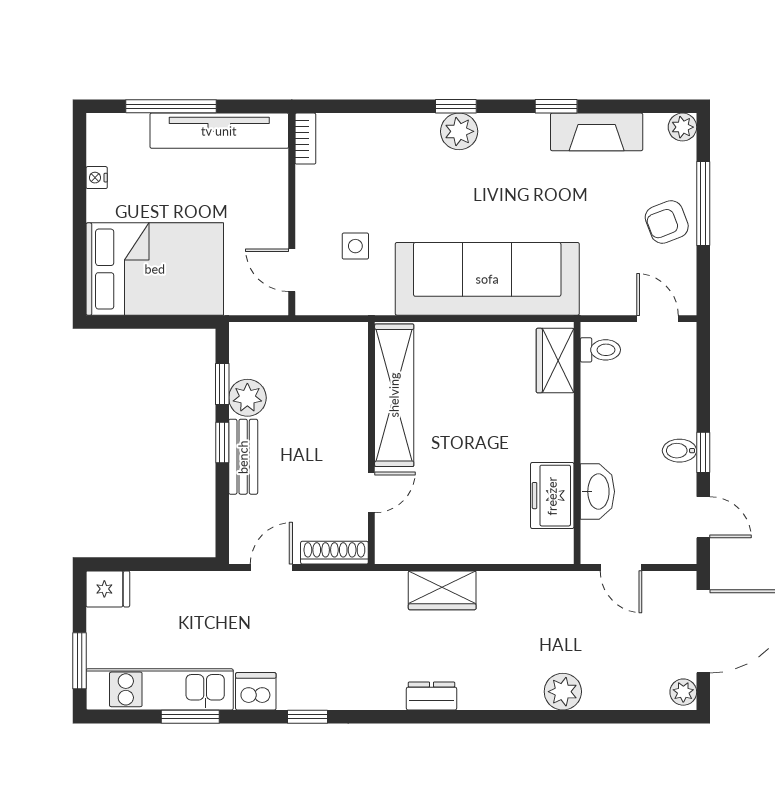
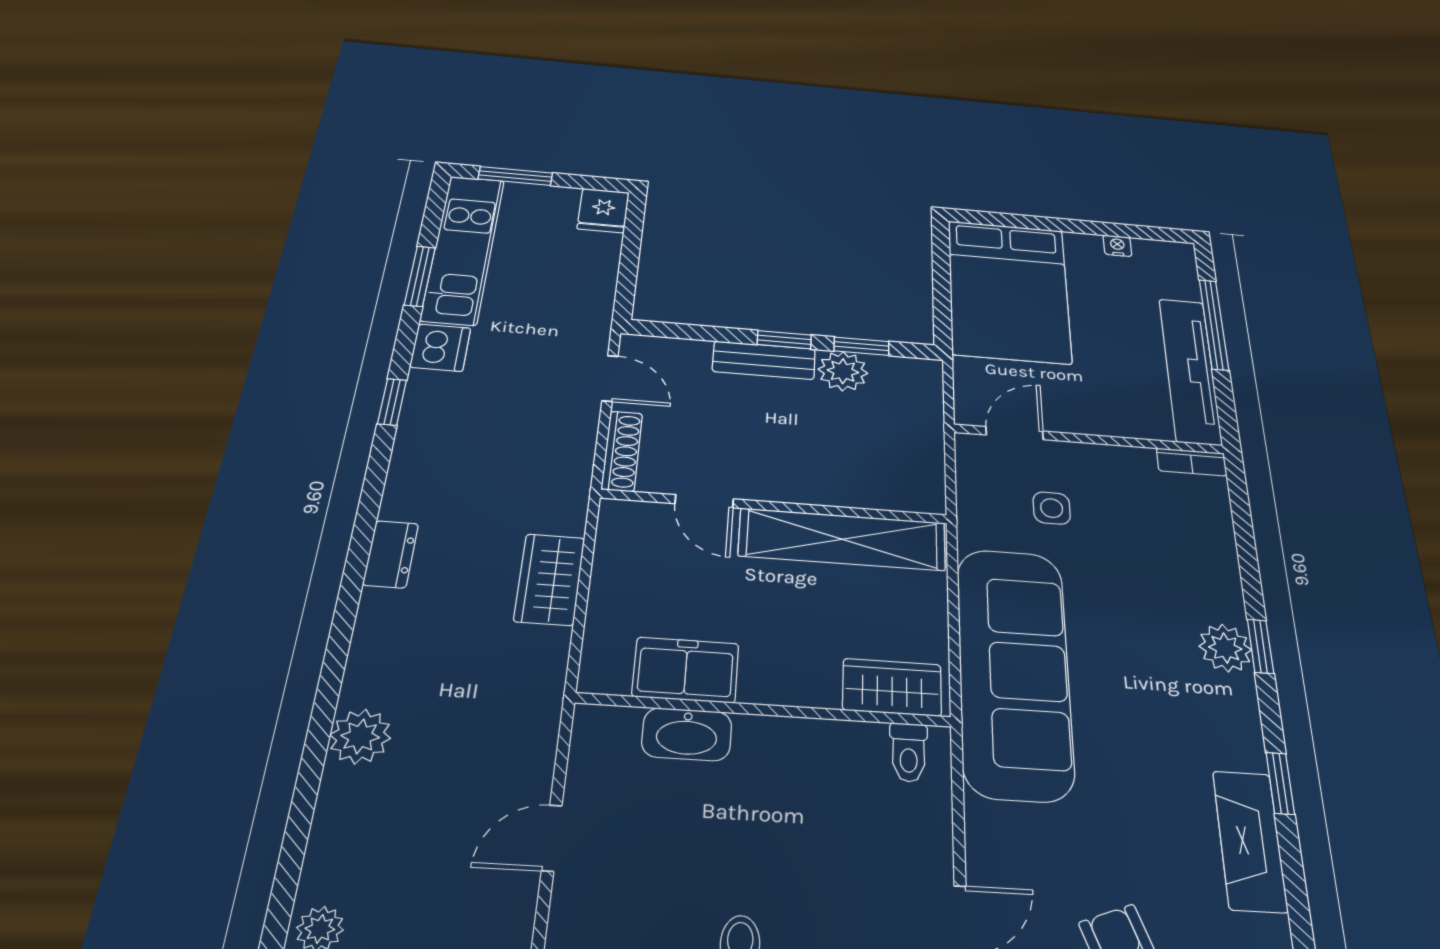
toilet: (600, 350) -> (909, 752), moved
wardrobe: (555, 361) -> (892, 687), moved
wall: (577, 443) -> (765, 710), moved
washbasin: (597, 492) -> (687, 734), moved
freezer: (552, 496) -> (686, 670), moved

